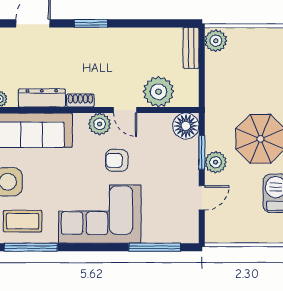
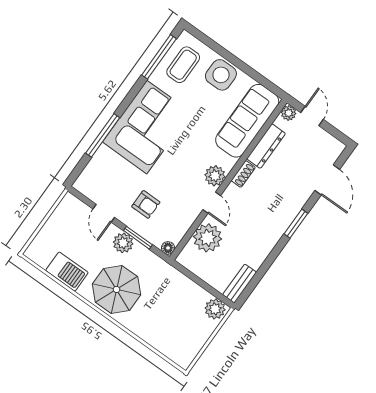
bench: (191, 48) -> (240, 284), moved, turned 90
door: (125, 110) -> (212, 203), swing flipped
floor lamp: (186, 126) -> (168, 248), width x0.53, depth x0.53
armchair: (117, 160) -> (146, 204), moved, turned 90
window: (155, 247) -> (103, 135), moved

